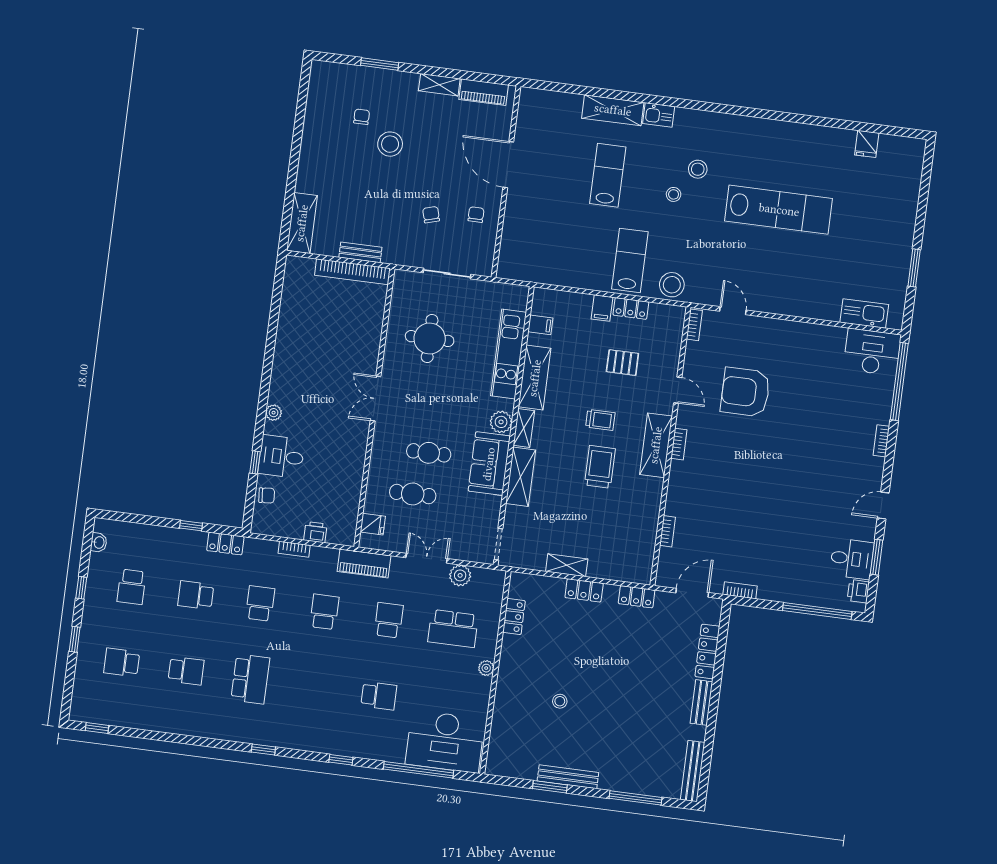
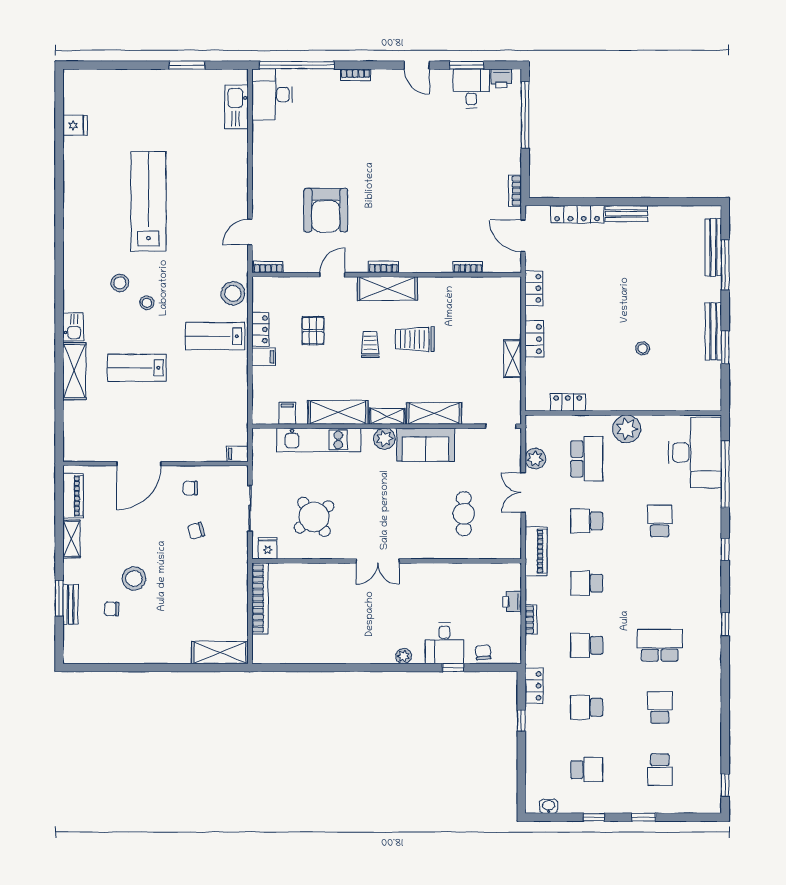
bench: (360, 252) -> (71, 604), moved
filing cabinet: (505, 268) -> (238, 454), added
round table: (430, 339) -> (314, 517), turned -37
cafe table: (429, 453) -> (423, 504), removed
fridge: (373, 524) -> (268, 548), moved
school desk: (196, 595) -> (587, 707), turned 90
plant: (486, 668) -> (627, 429), width x1.87, depth x1.87
bench: (693, 771) -> (713, 247), moved, turned 90

